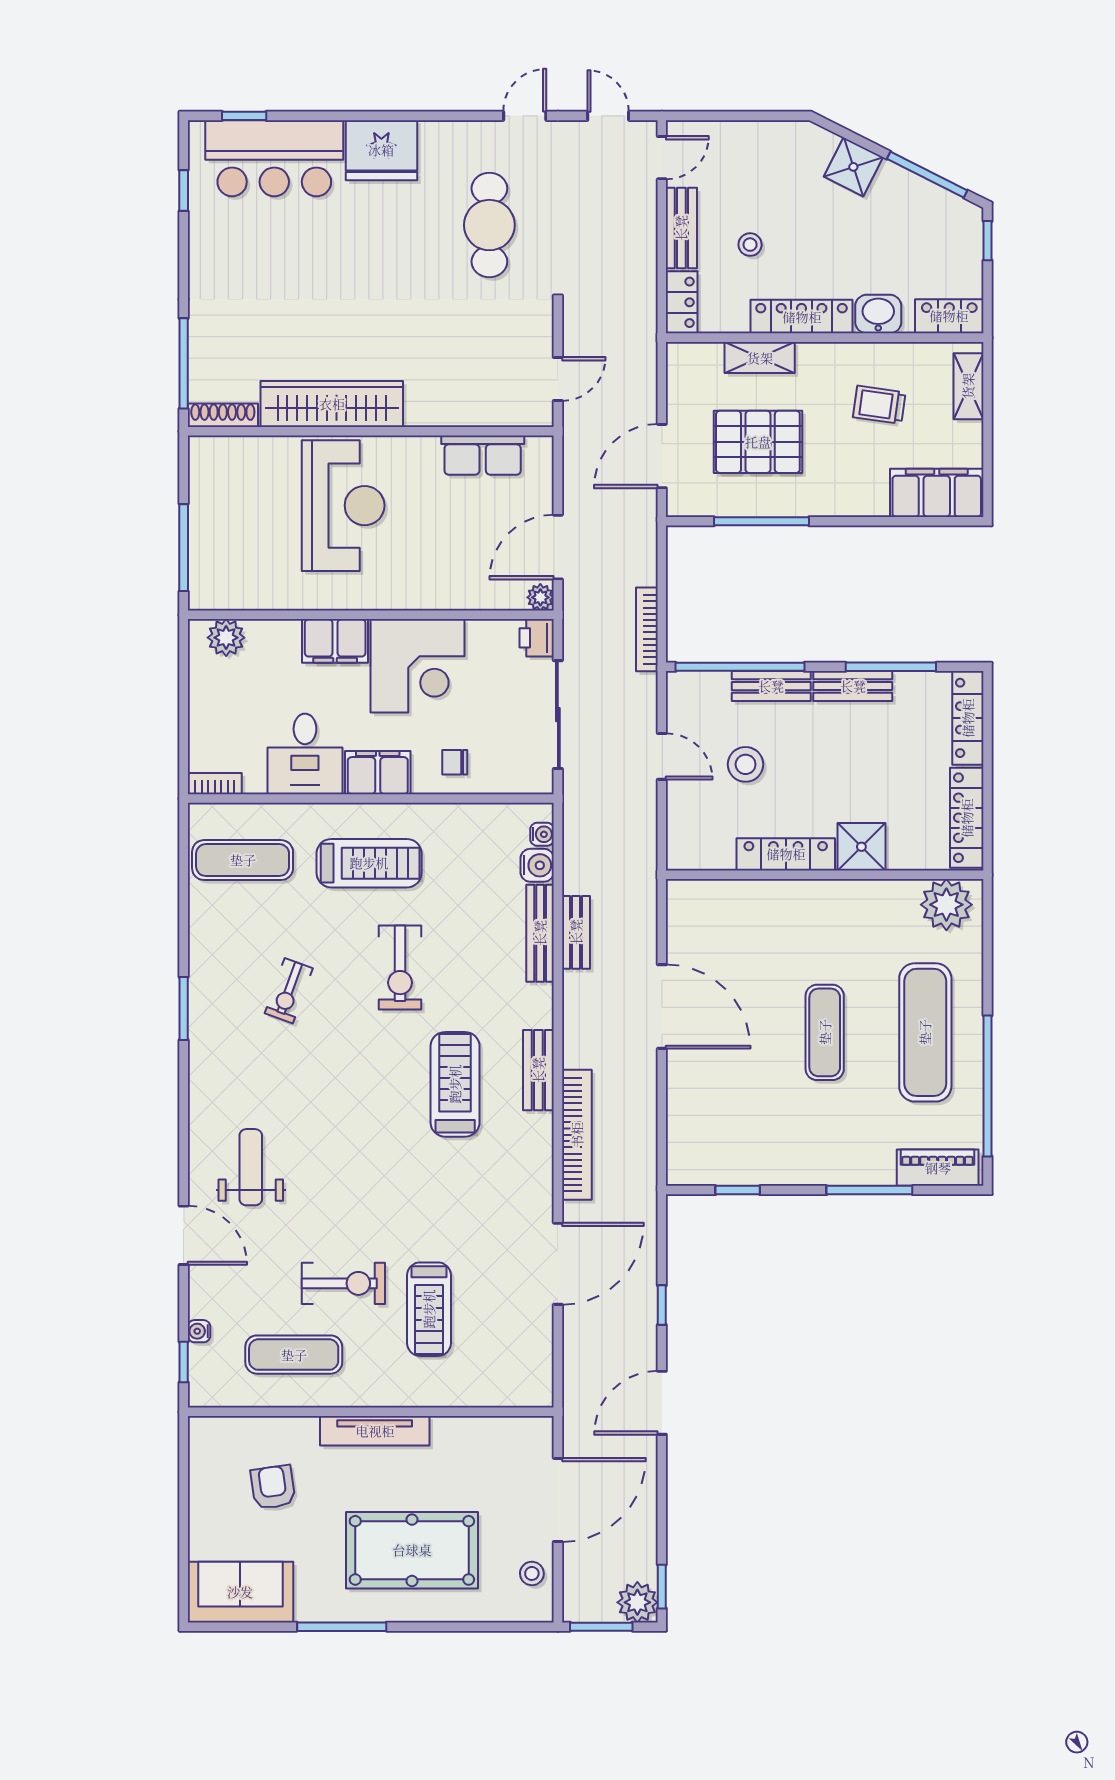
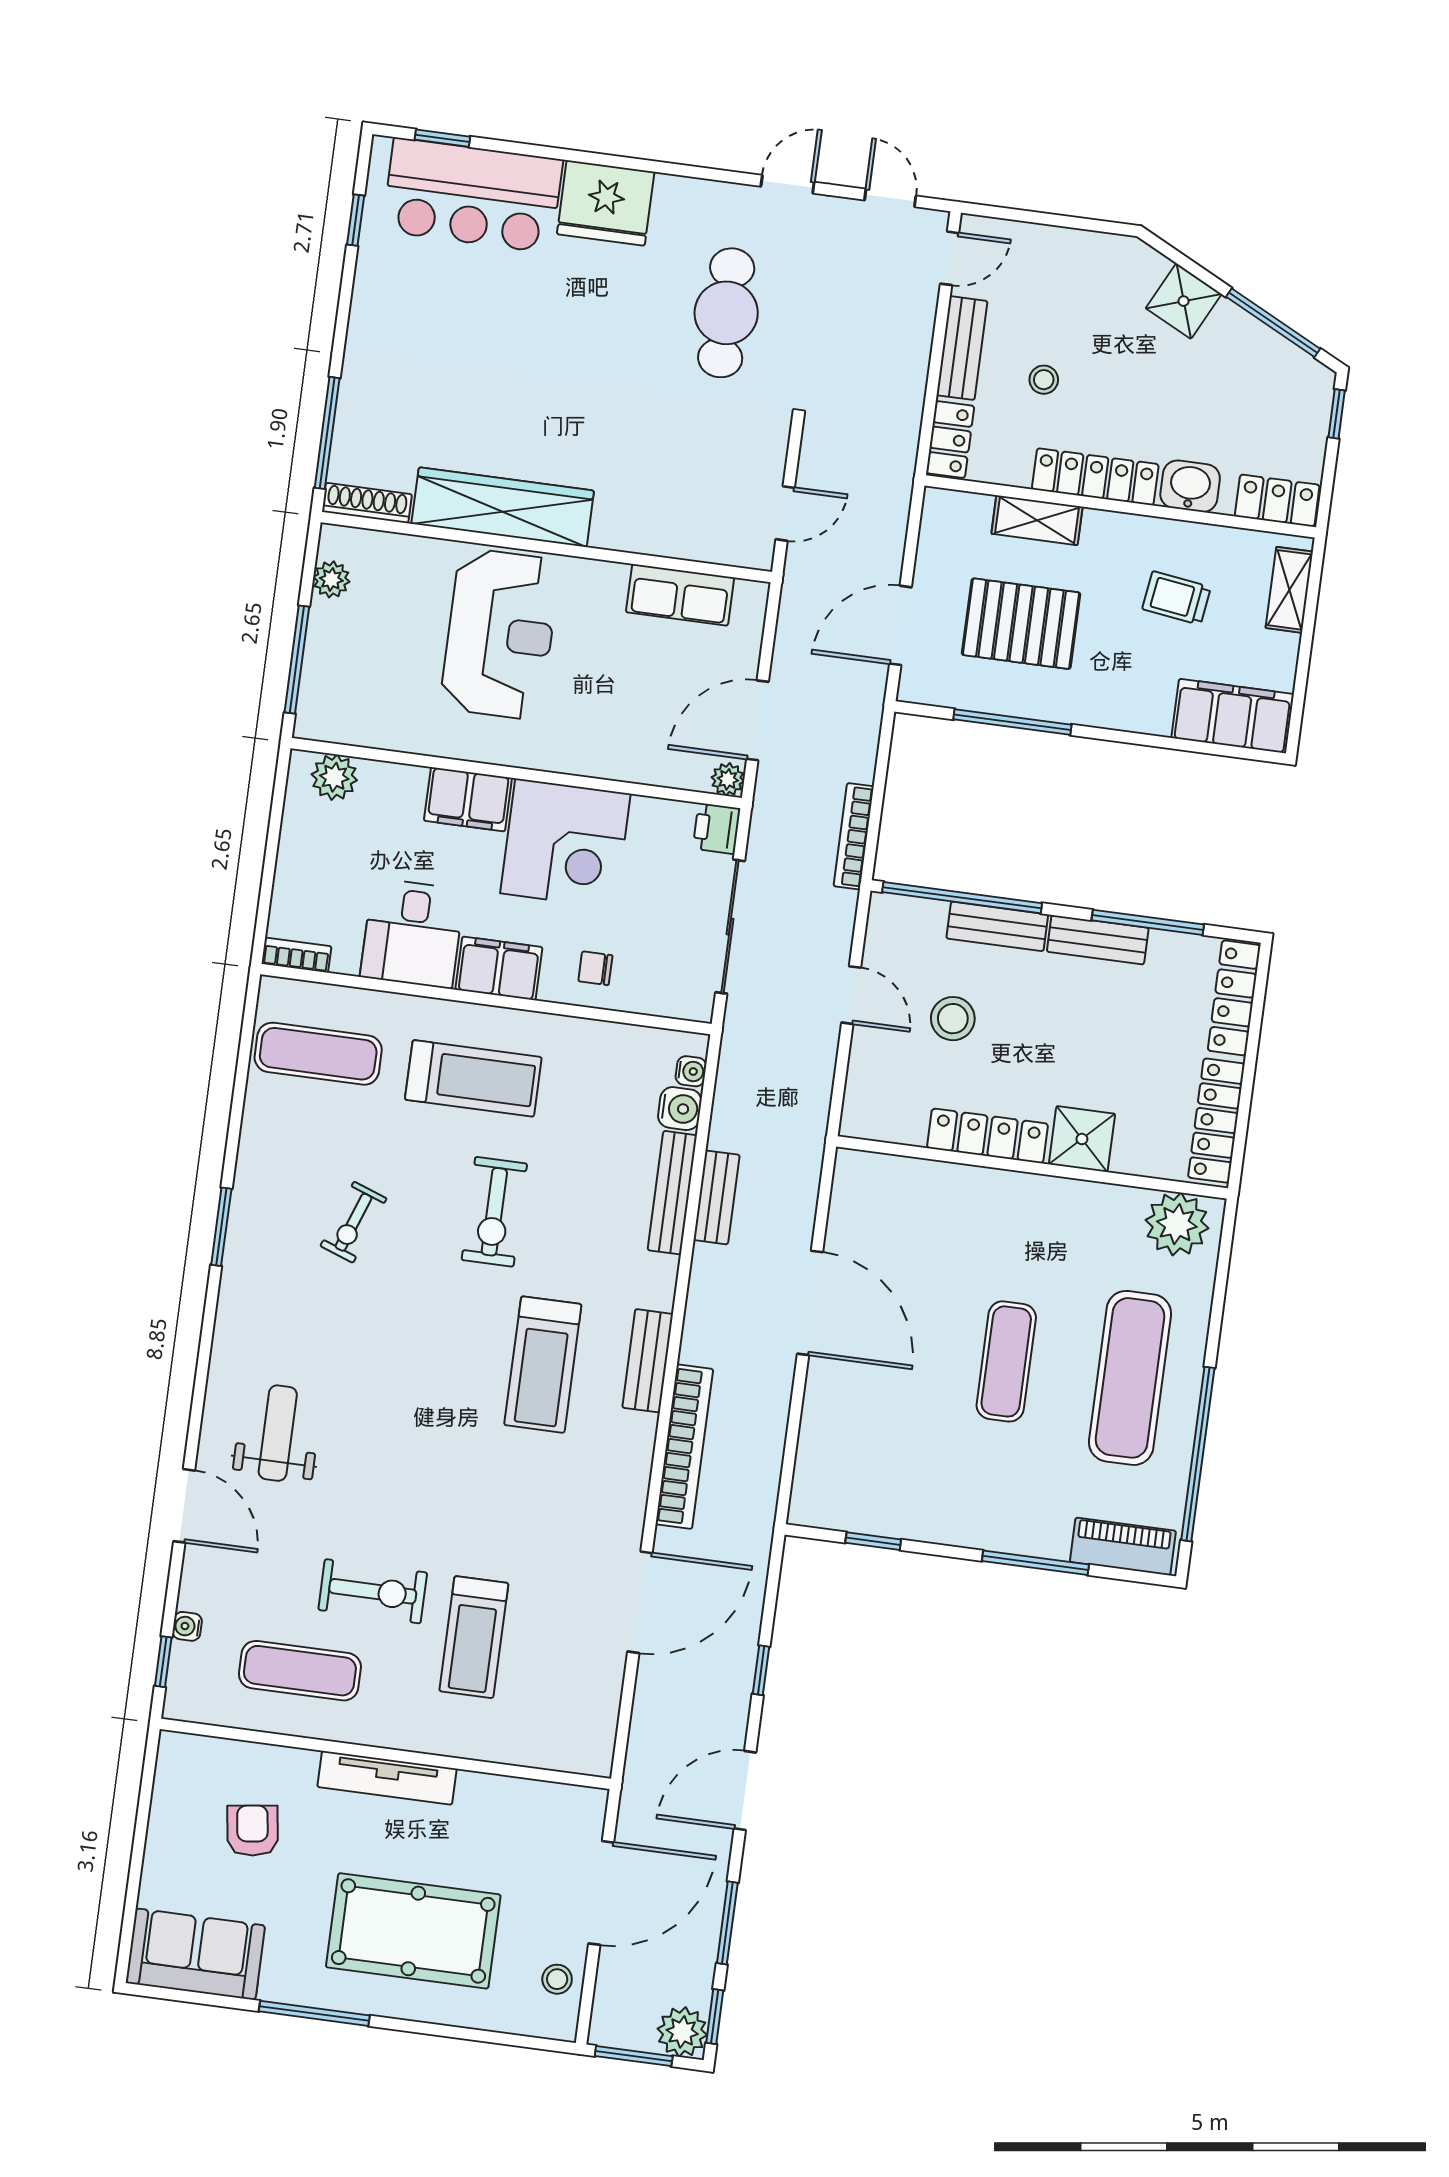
plant: (203, 480) -> (331, 579), added
treadmill: (455, 1084) -> (543, 1365), turned 180
window: (662, 1510) -> (727, 1923), added

